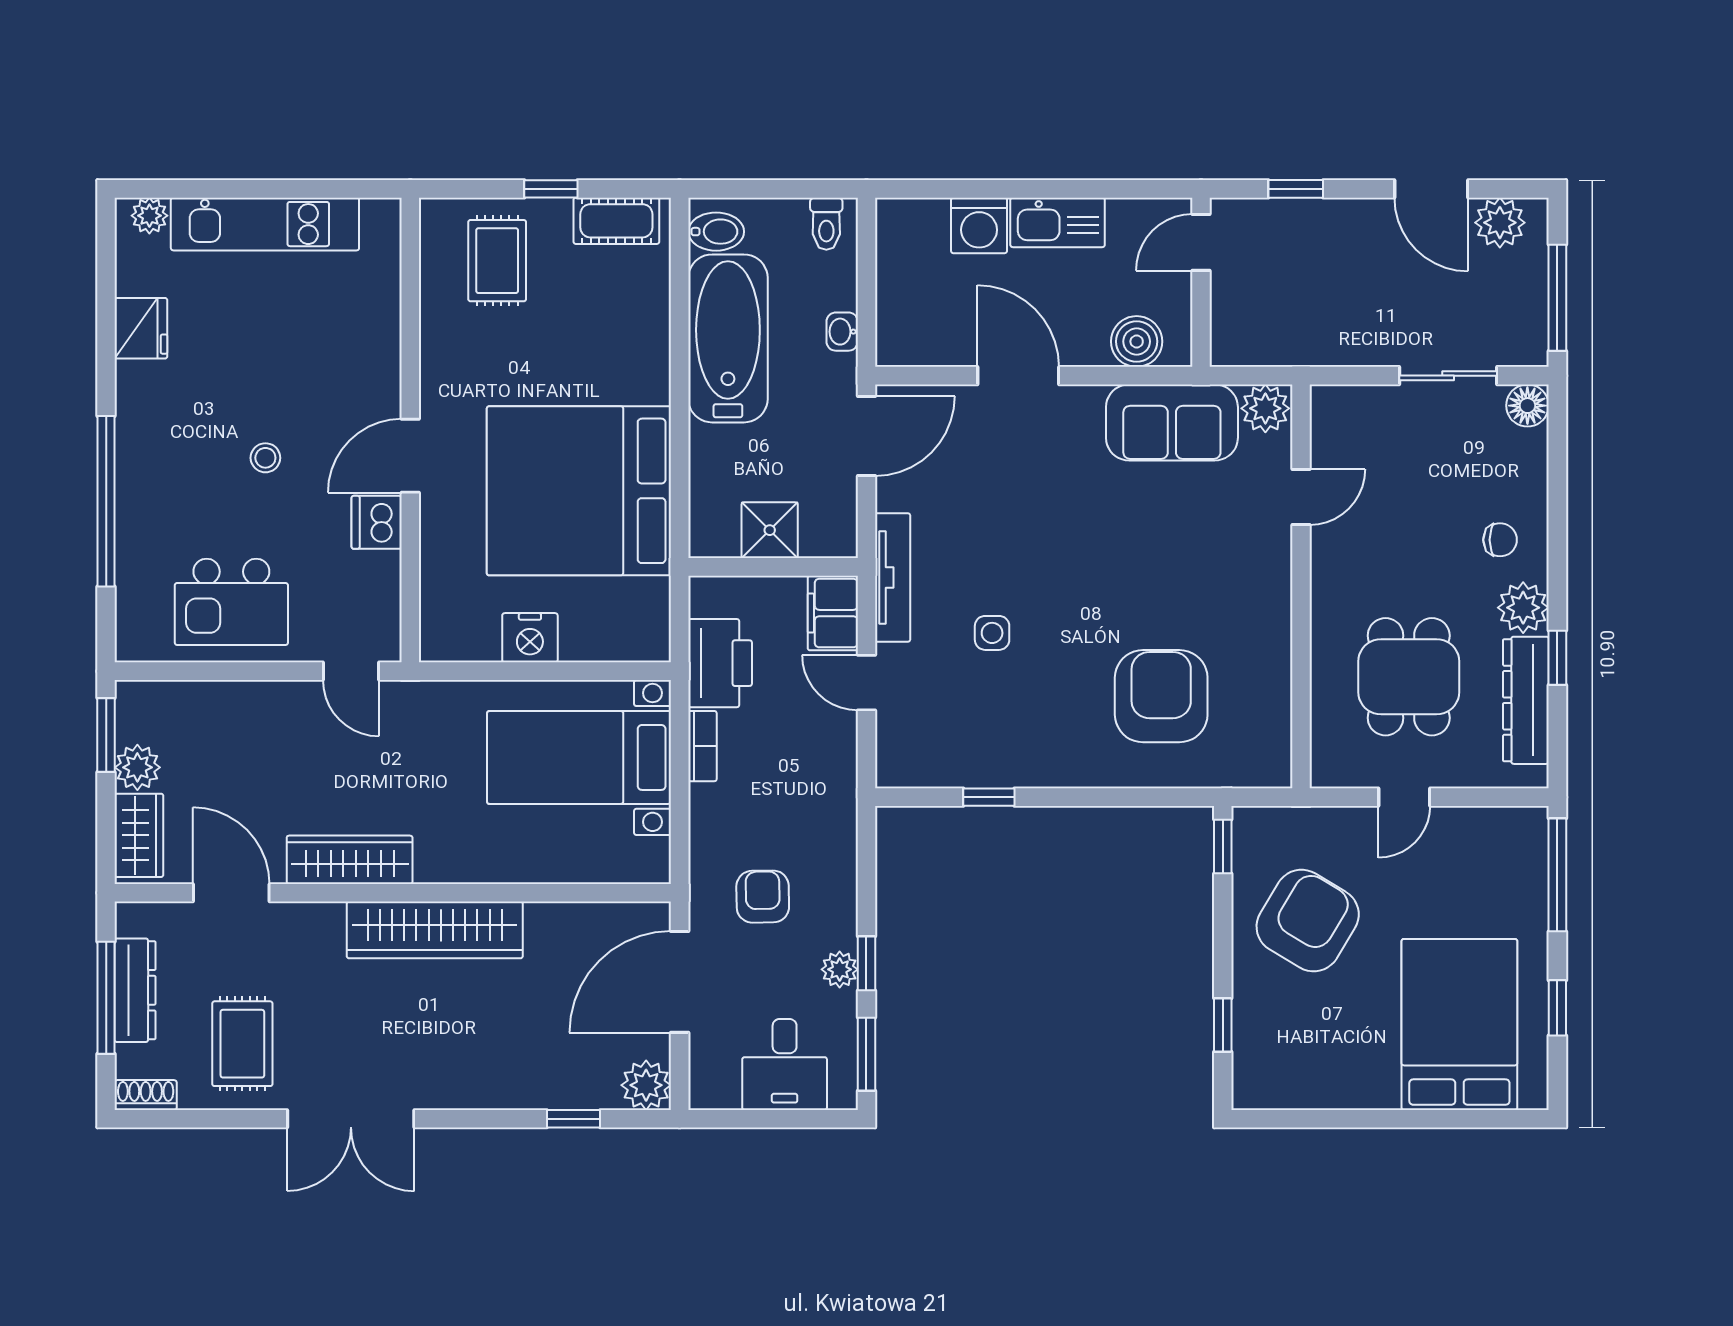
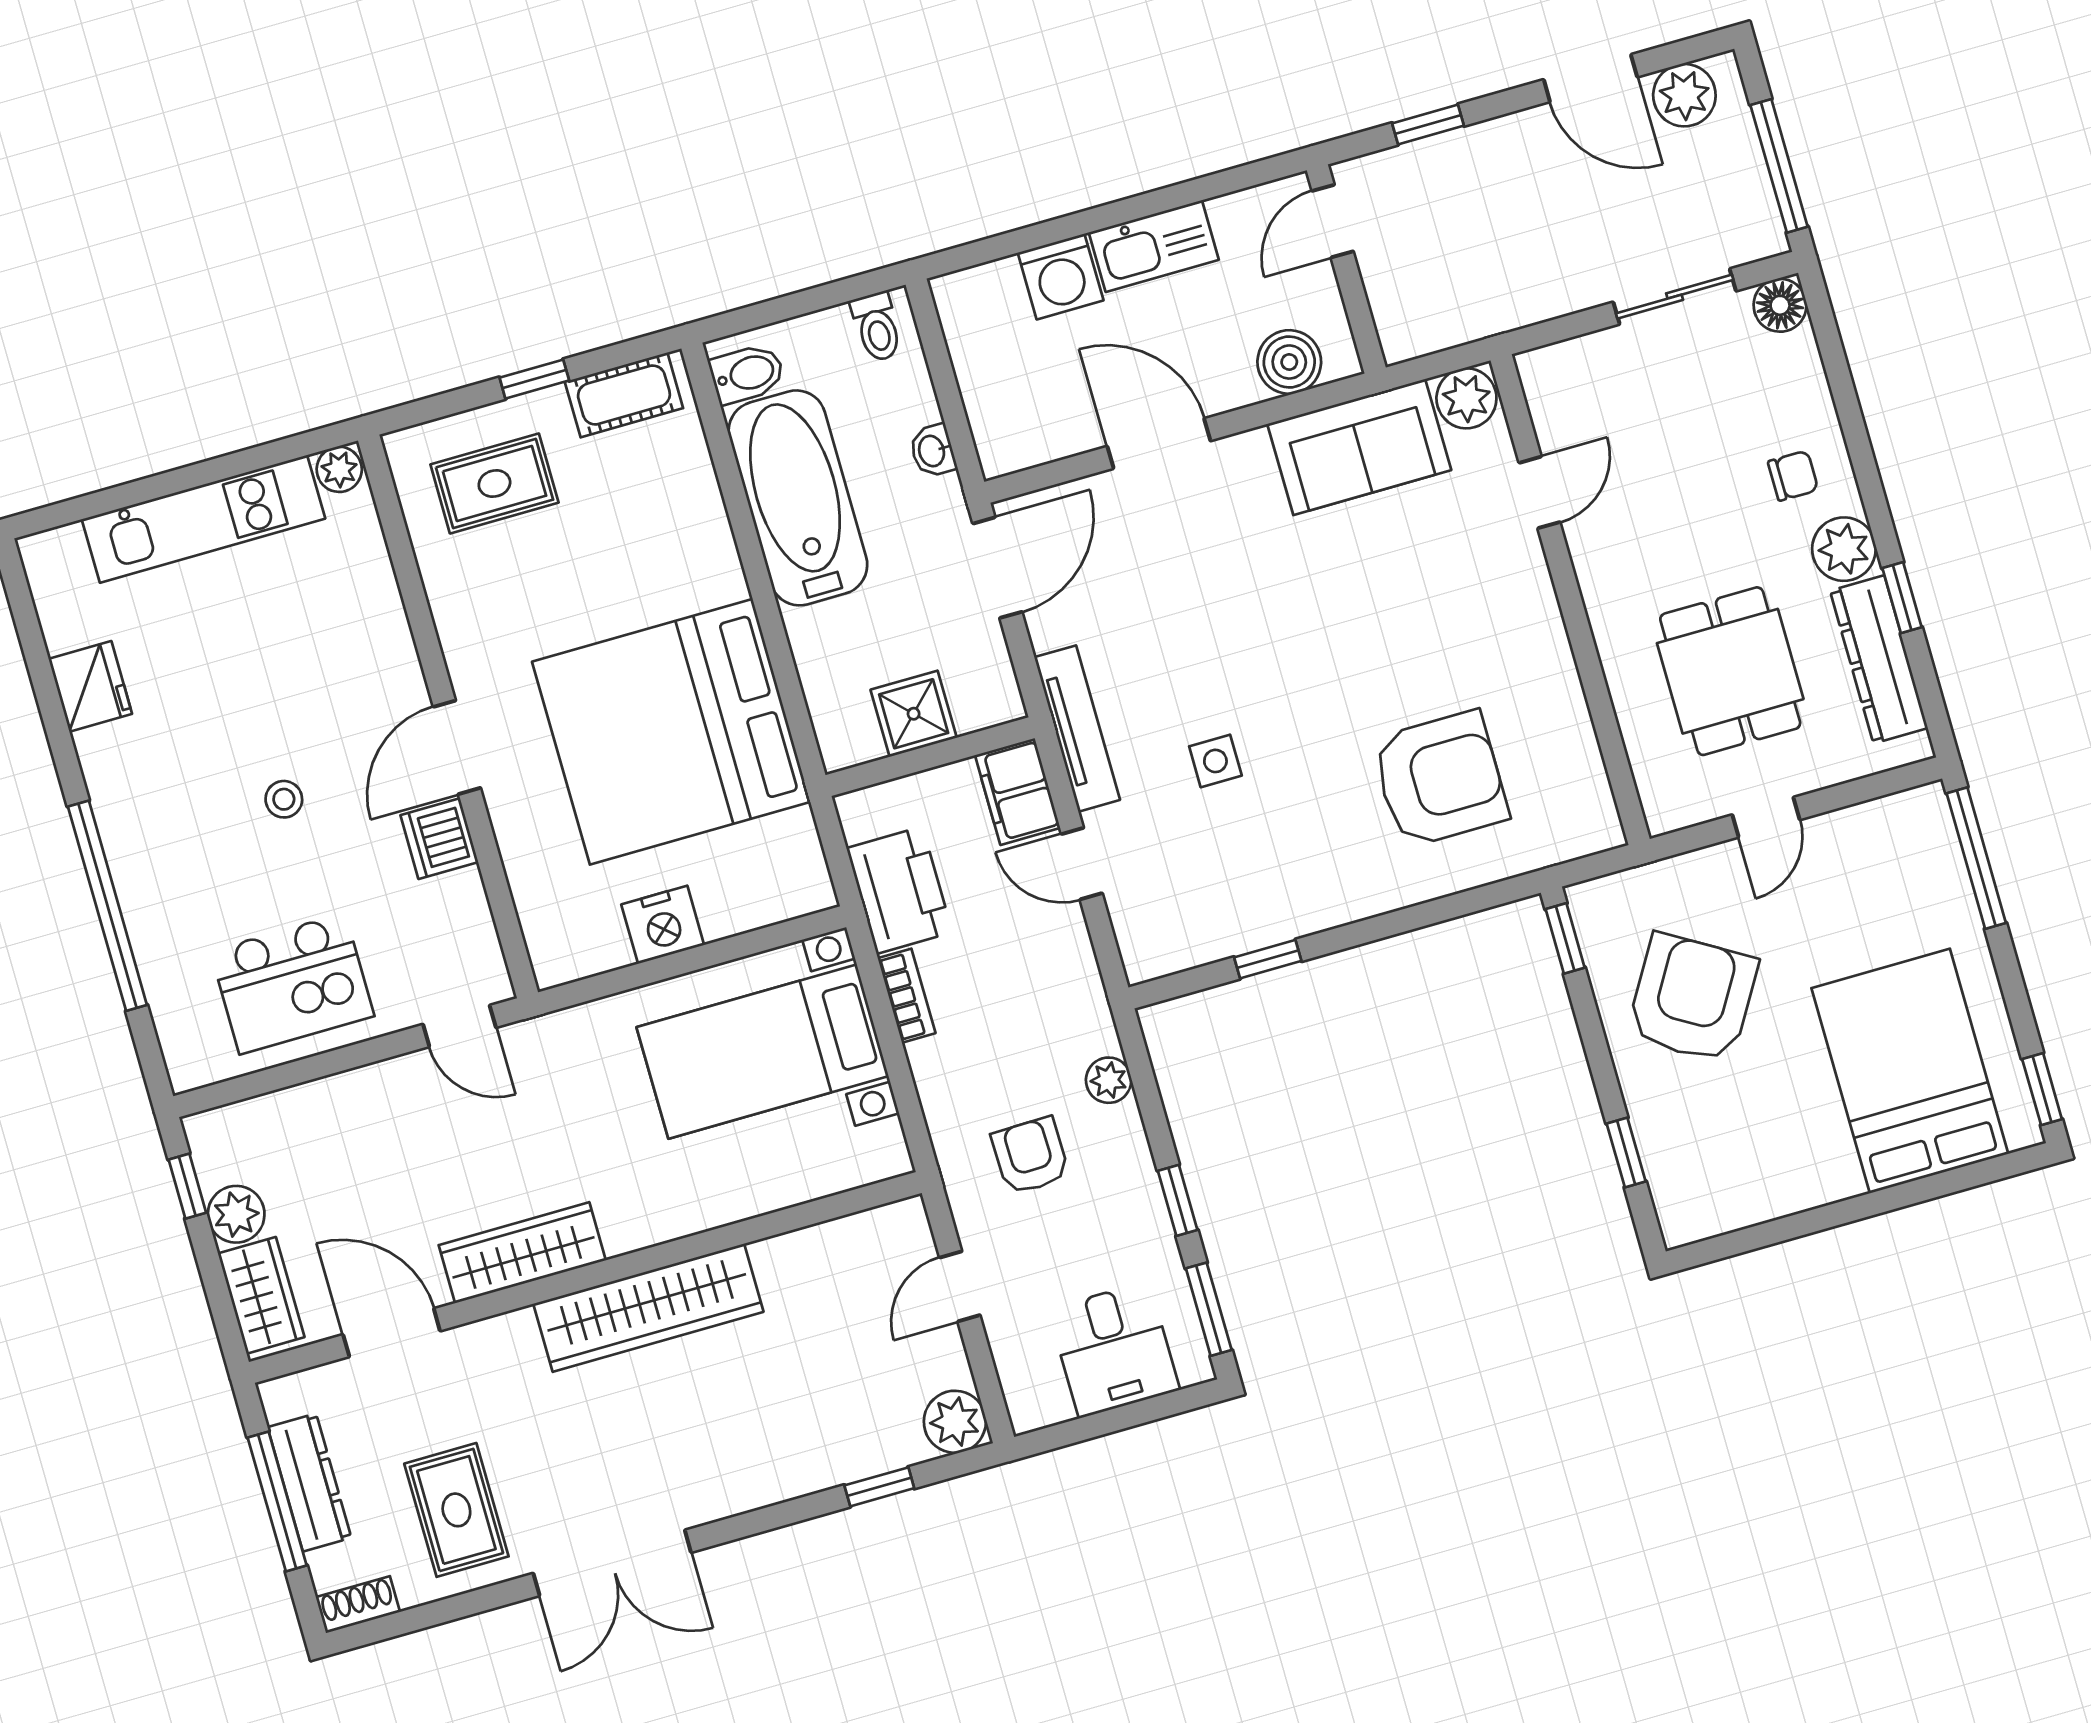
plant: (149, 216) -> (339, 469), moved
rug: (497, 261) -> (494, 484), turned 90
armchair: (1161, 696) -> (1440, 779), turned 90
window: (106, 735) -> (187, 1186), width x0.67
plant: (840, 969) -> (1109, 1080), moved
door: (680, 982) -> (960, 1286), width x0.53
window: (1557, 1008) -> (2042, 1089), moved

